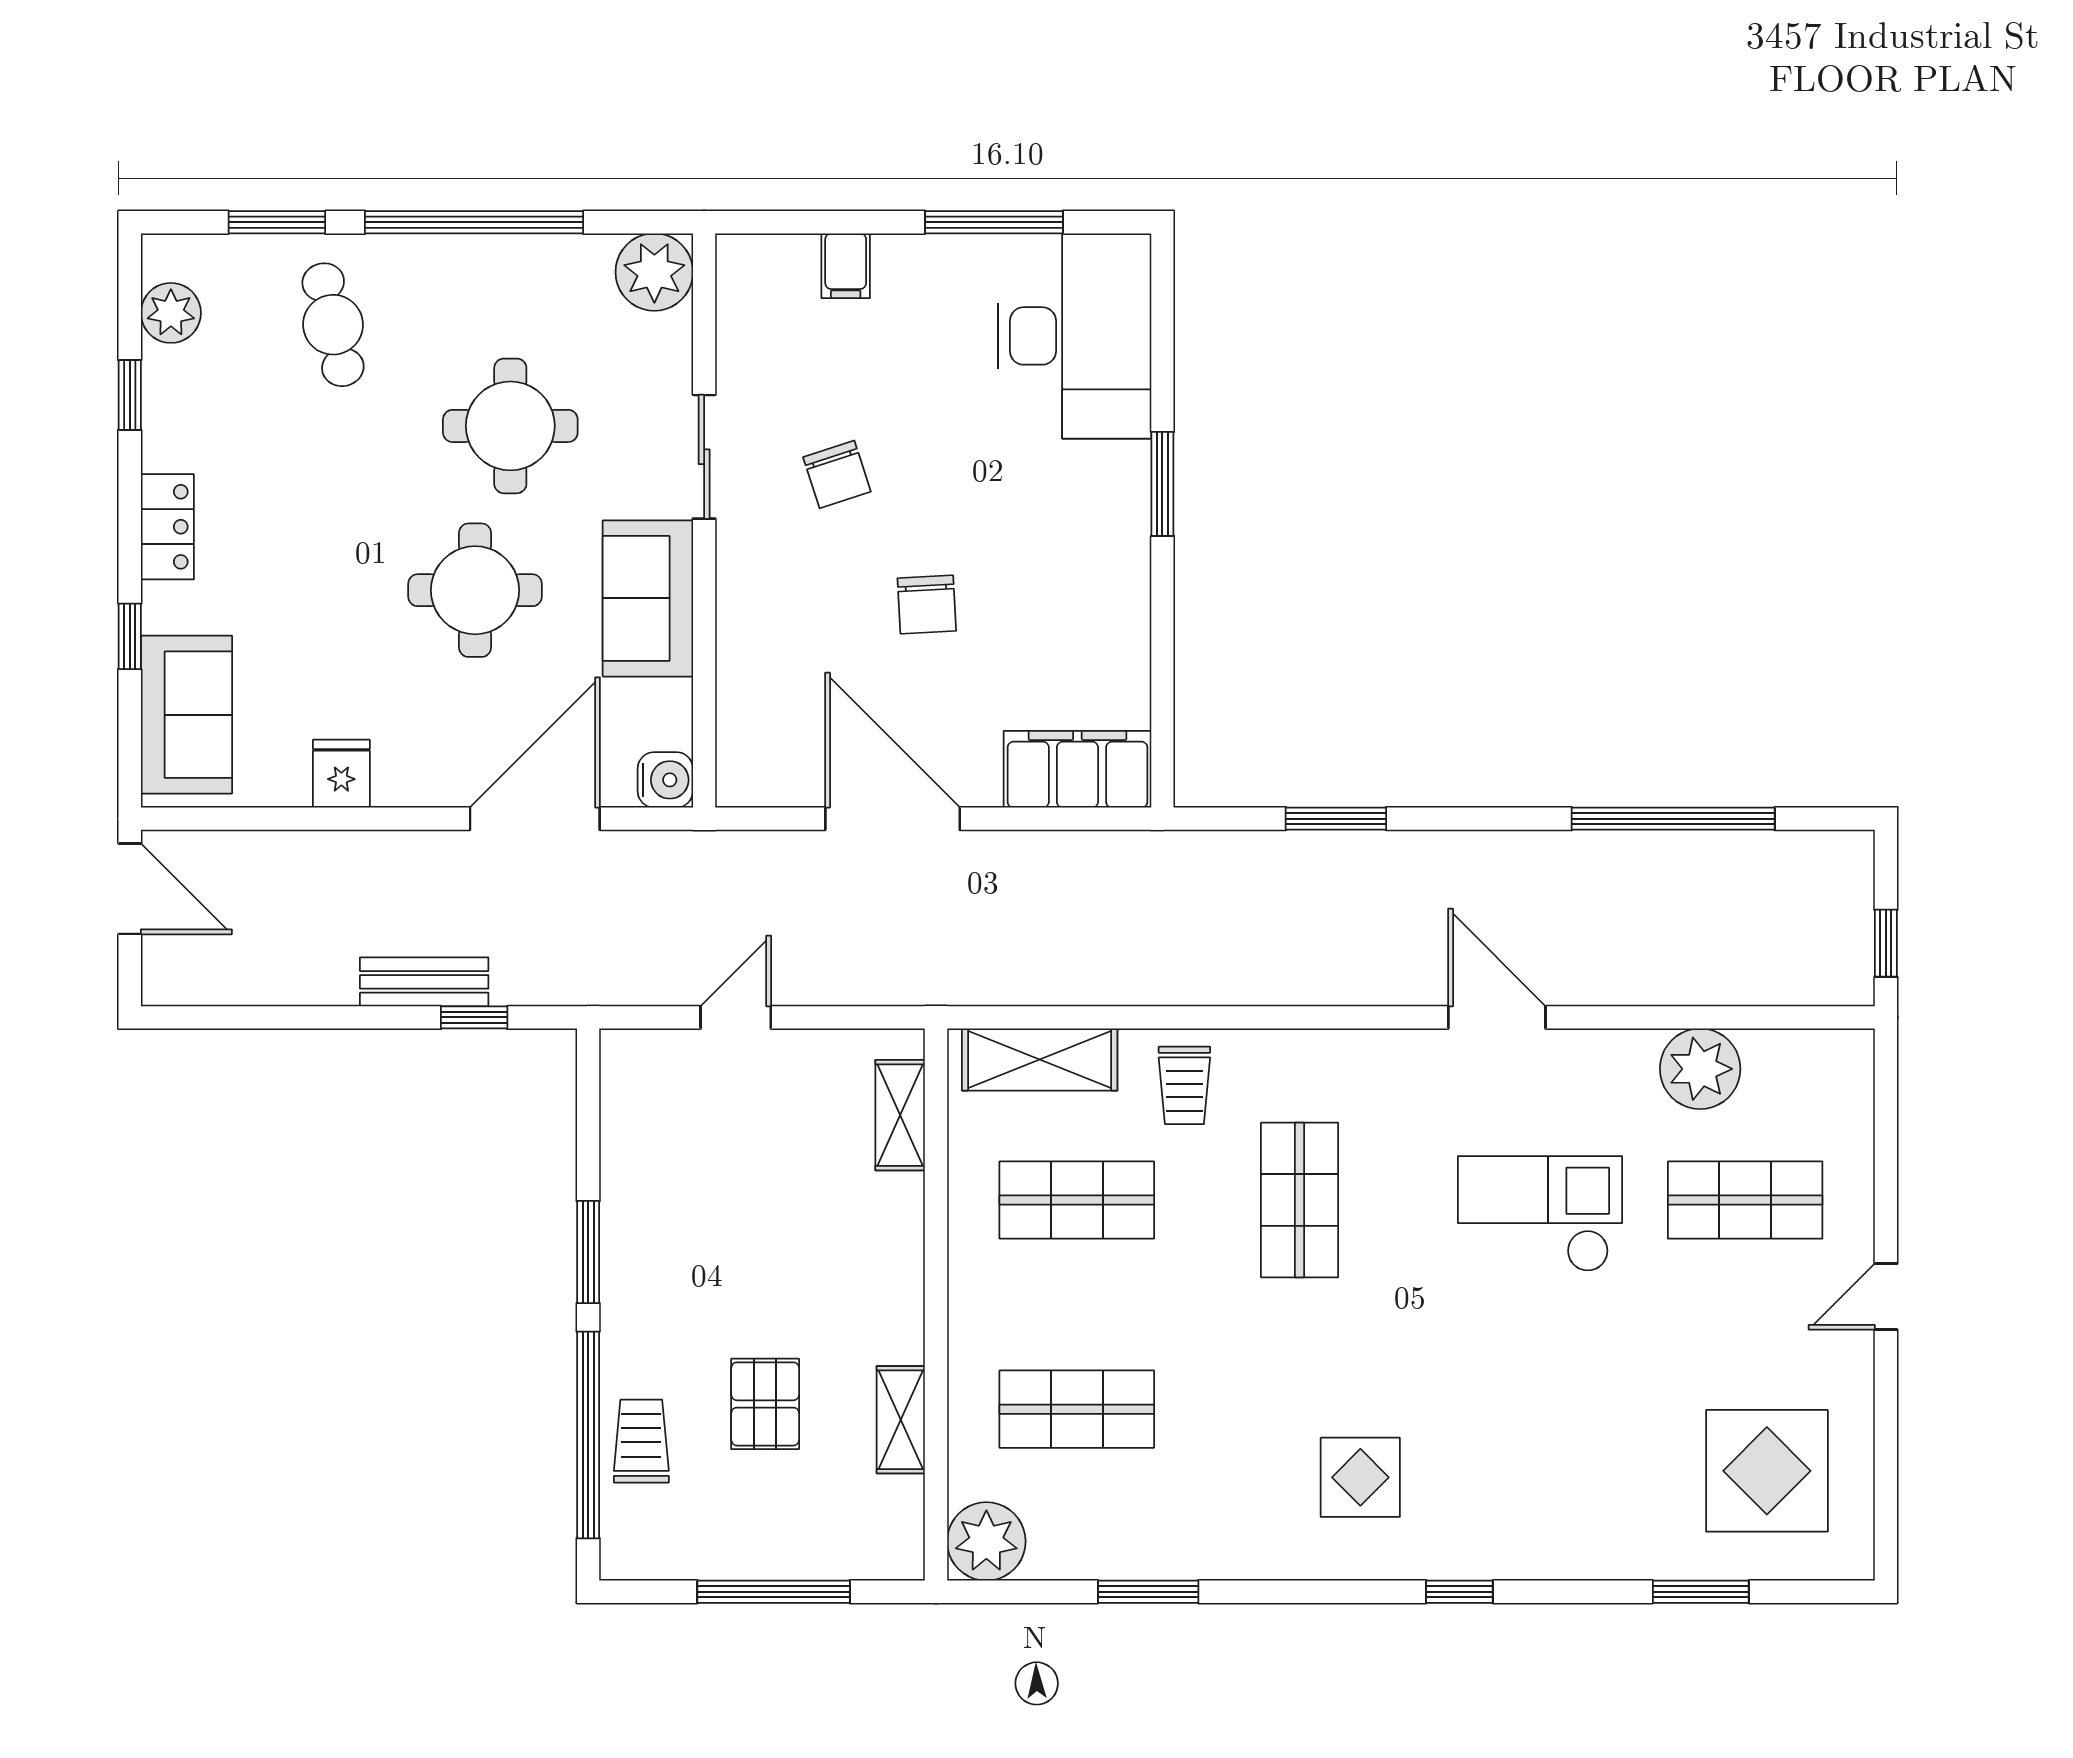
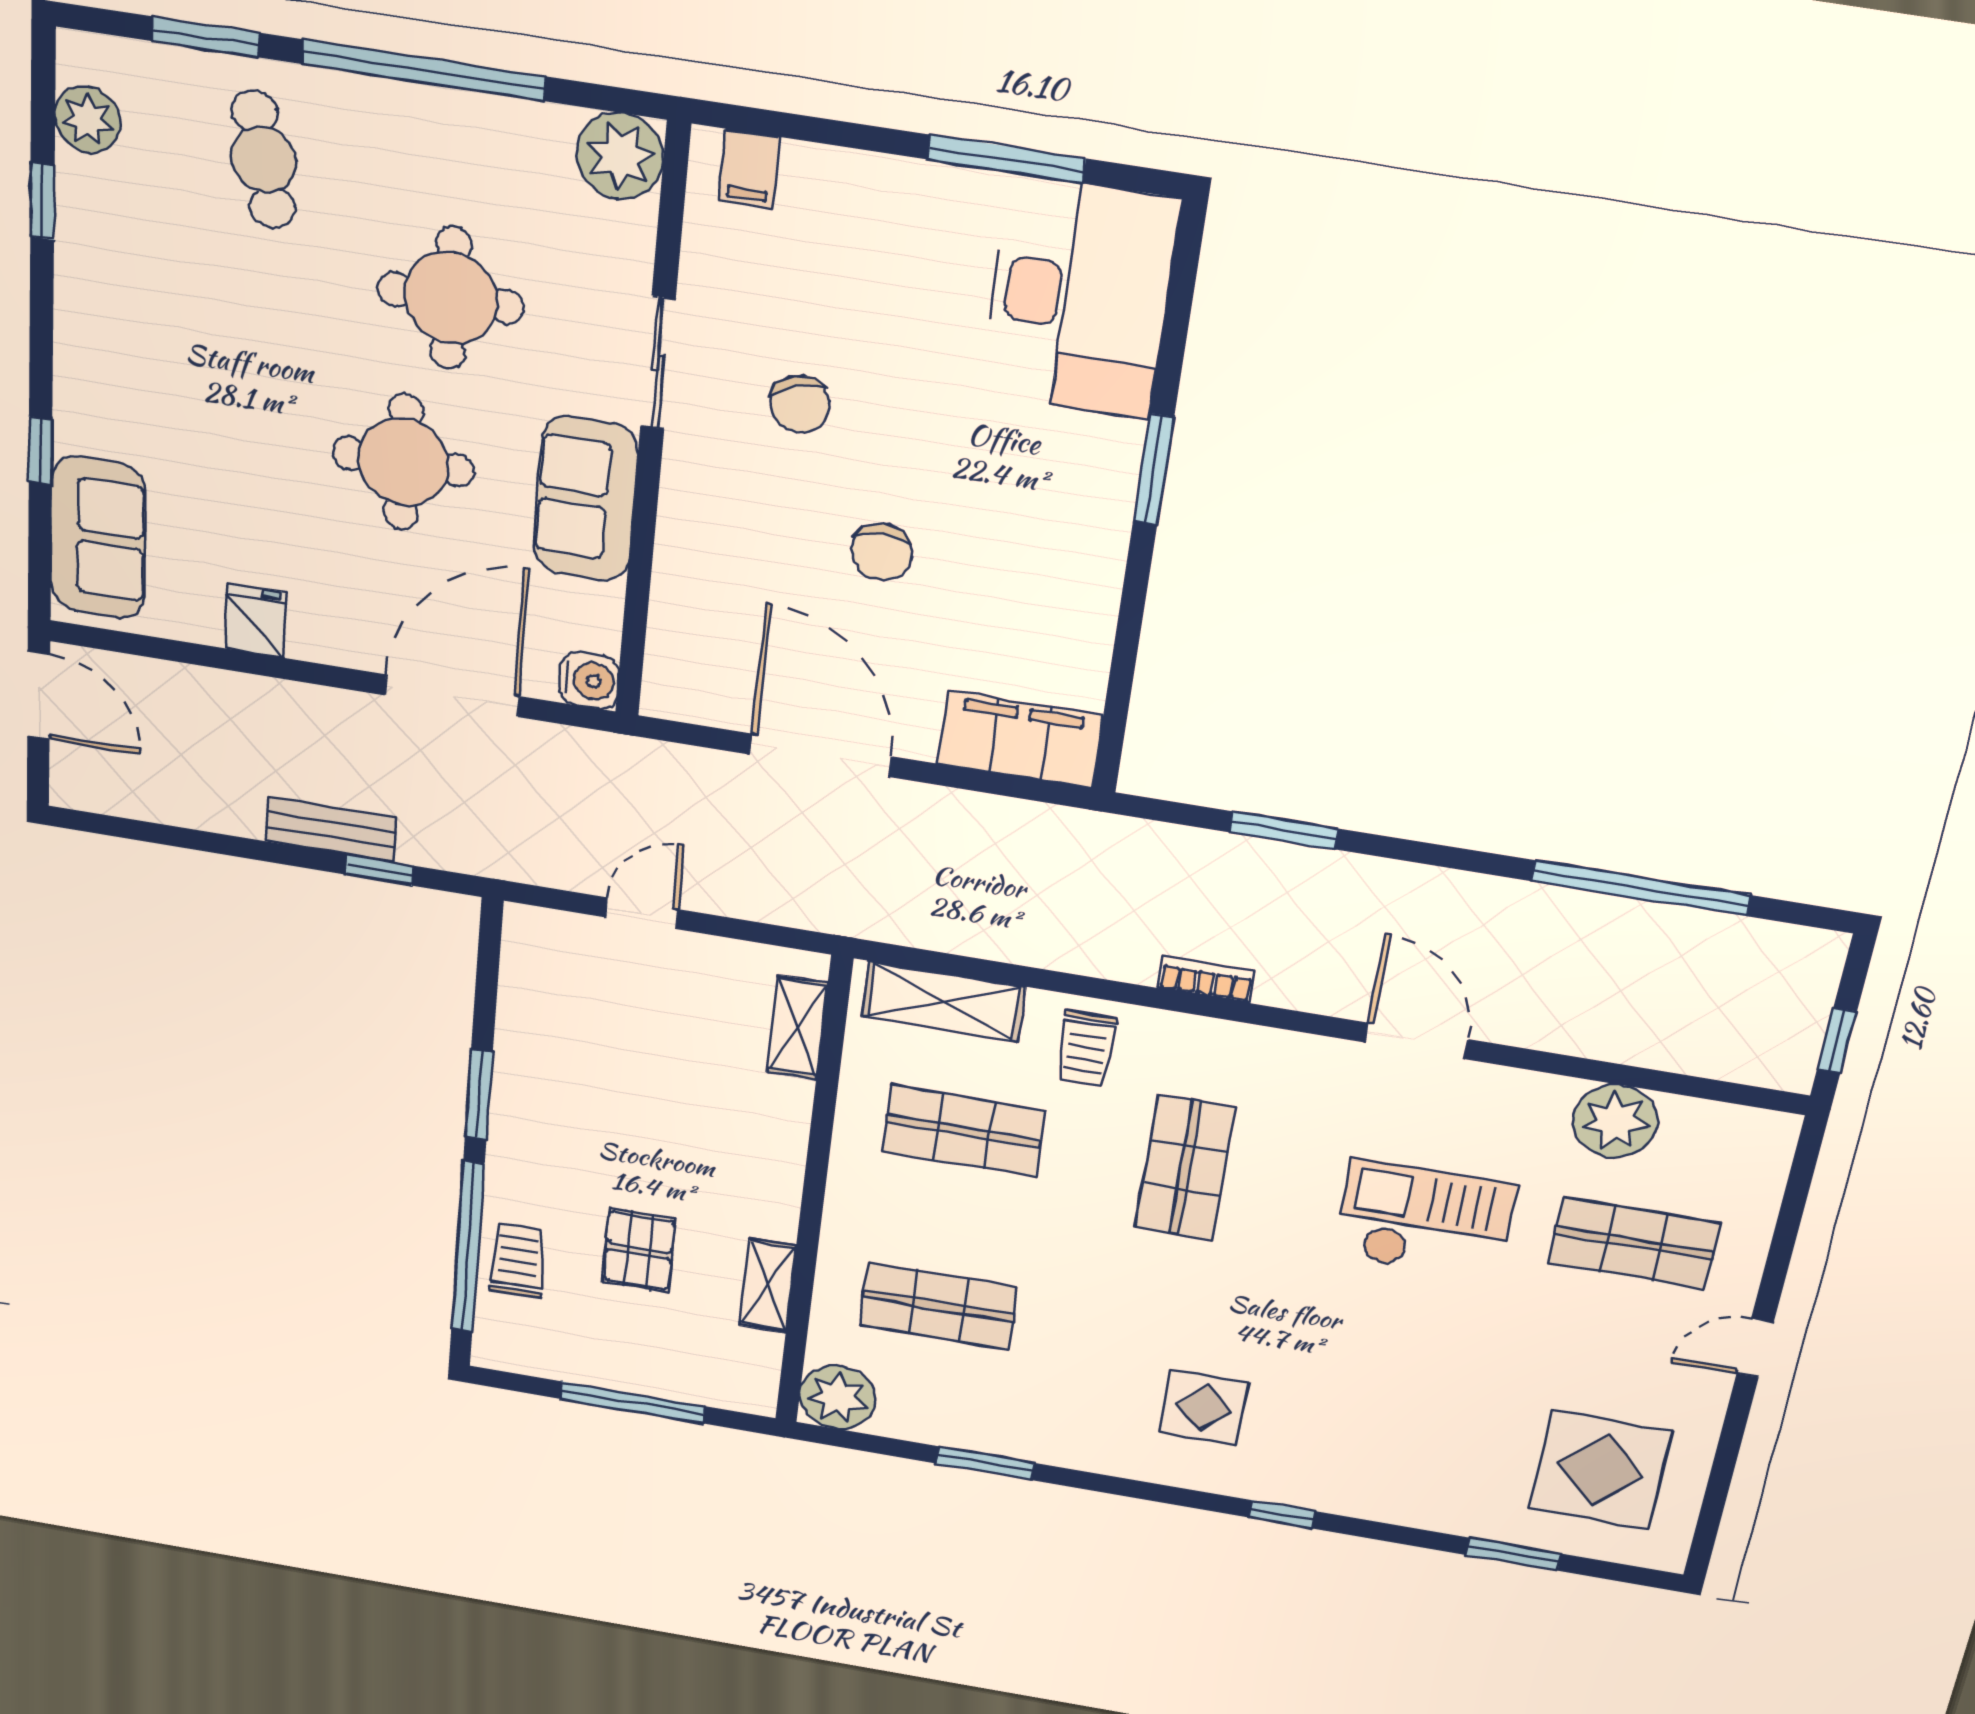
filing cabinet: (846, 266) -> (749, 169), moved
locker: (167, 527) -> (81, 346), removed
bookcase: (1288, 988) -> (1206, 979), added

